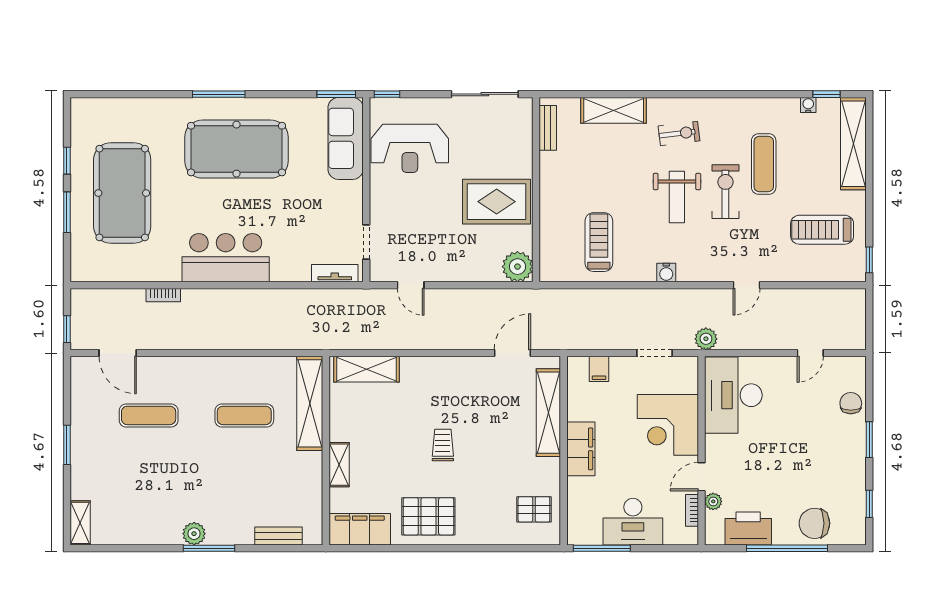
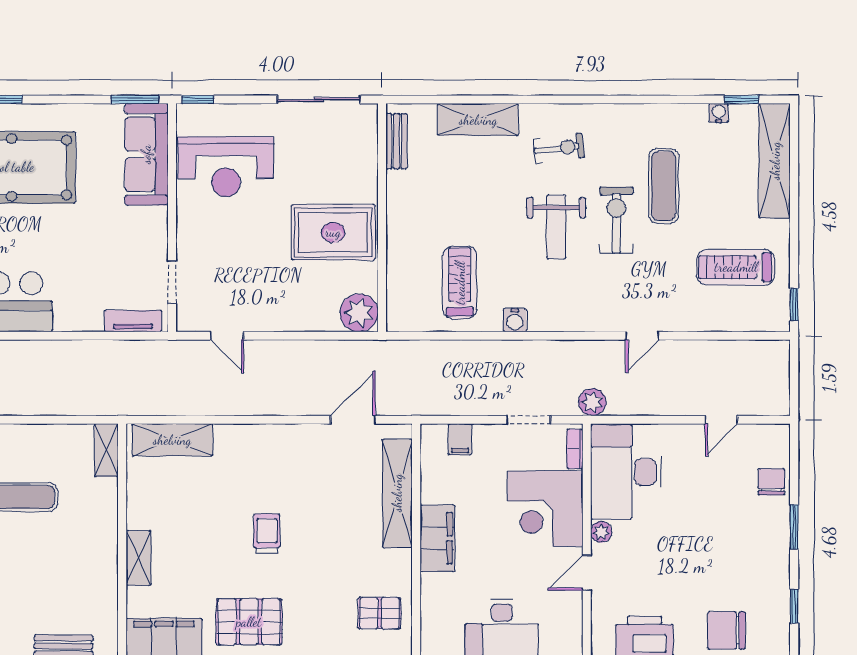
water cooler: (666, 273) -> (515, 320), moved
shelving: (310, 403) -> (106, 450), width x0.45, depth x0.75
plant: (713, 501) -> (601, 532), moved
bookcase: (692, 510) -> (575, 449), moved

